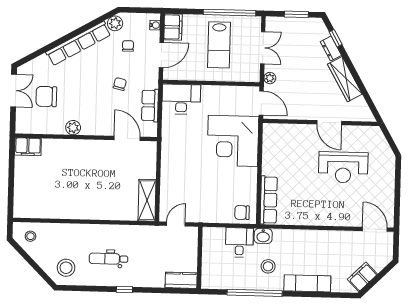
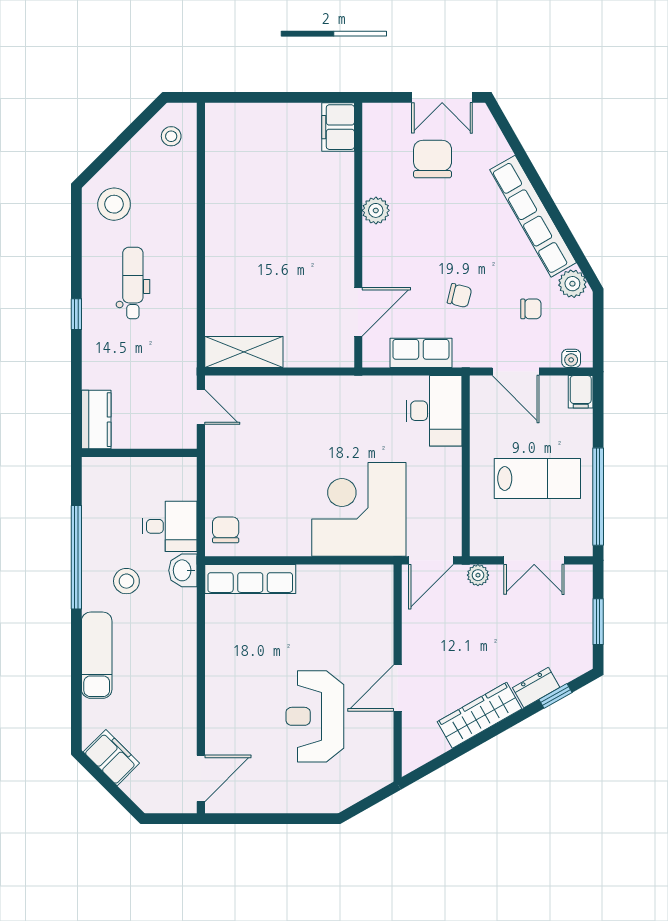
filing cabinet: (173, 27) -> (581, 392), width x0.50
lab bench: (219, 45) -> (537, 479), turned 180

